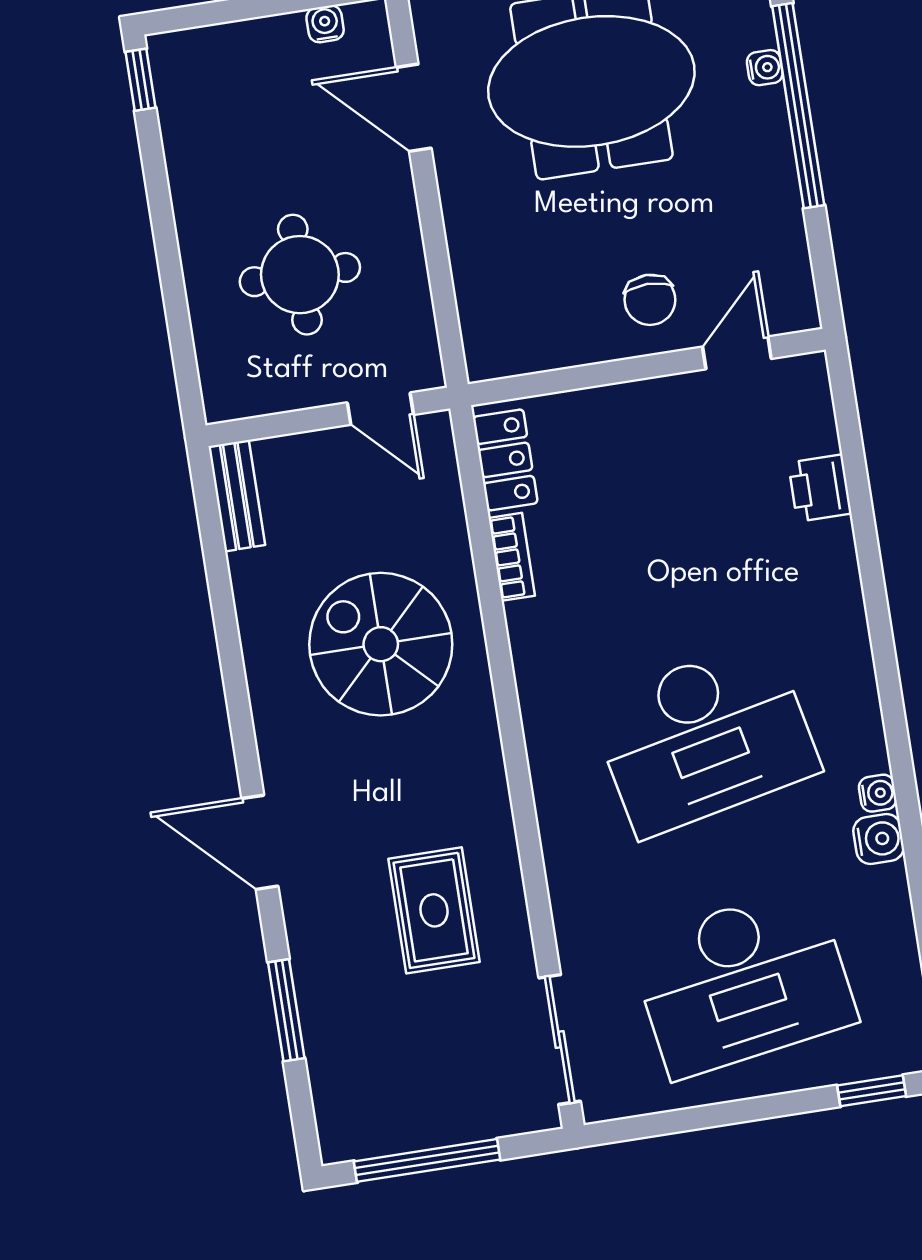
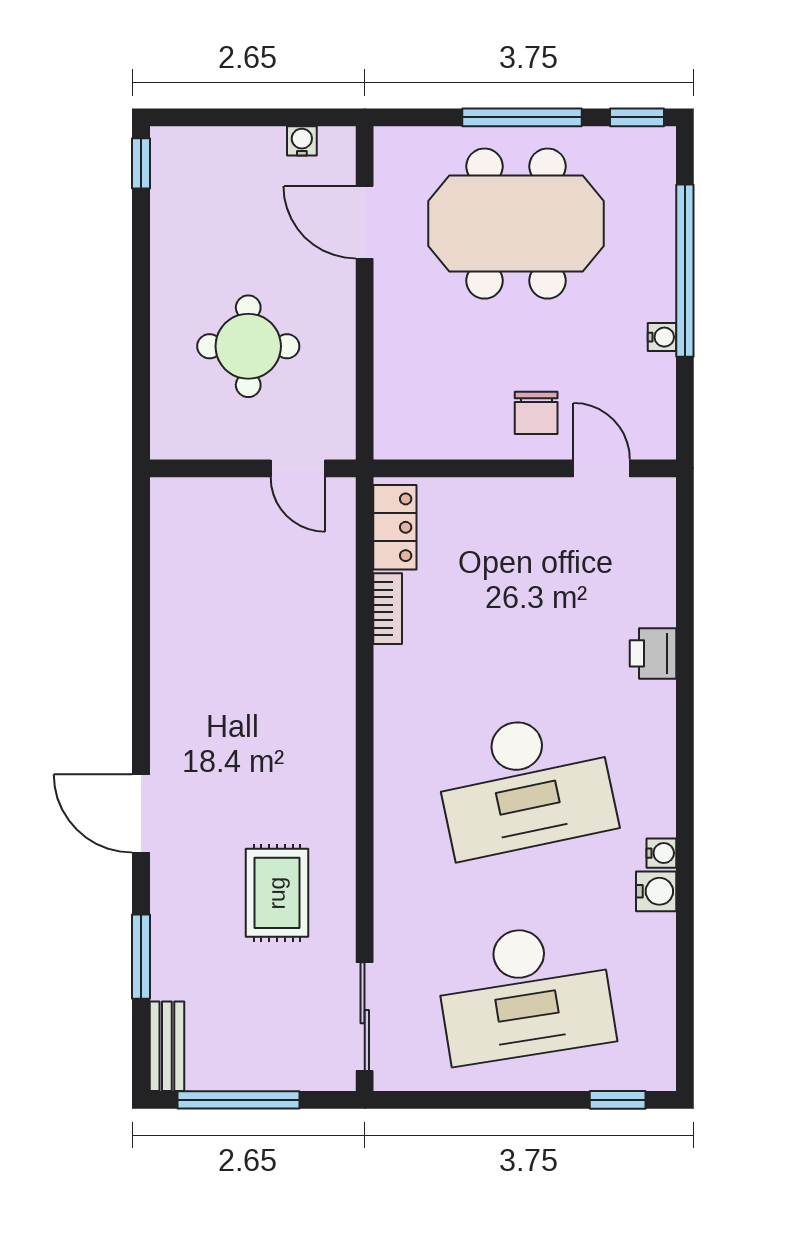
water cooler: (765, 68) -> (662, 337), moved
door: (737, 353) -> (602, 468), hinge flipped
printer: (820, 488) -> (653, 653), moved
bench: (237, 496) -> (167, 1046), moved
spiral stairs: (381, 644) -> (267, 664), removed

